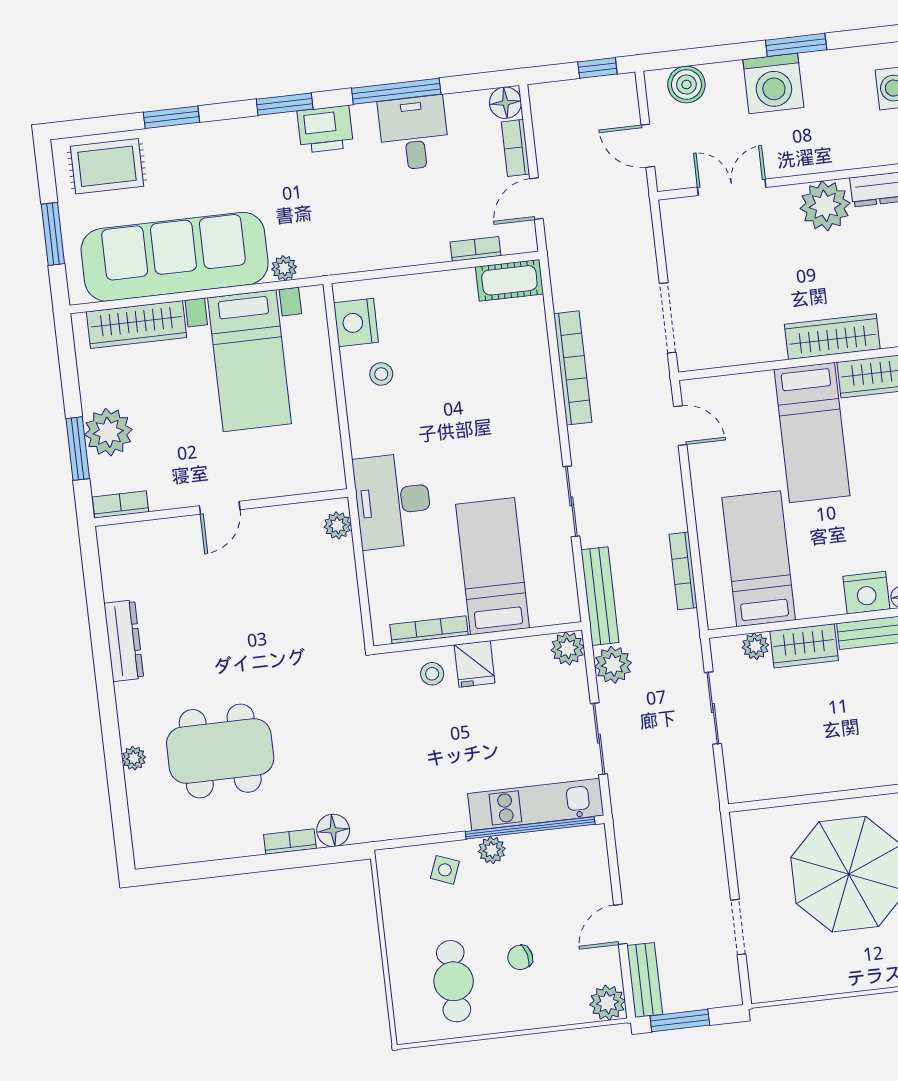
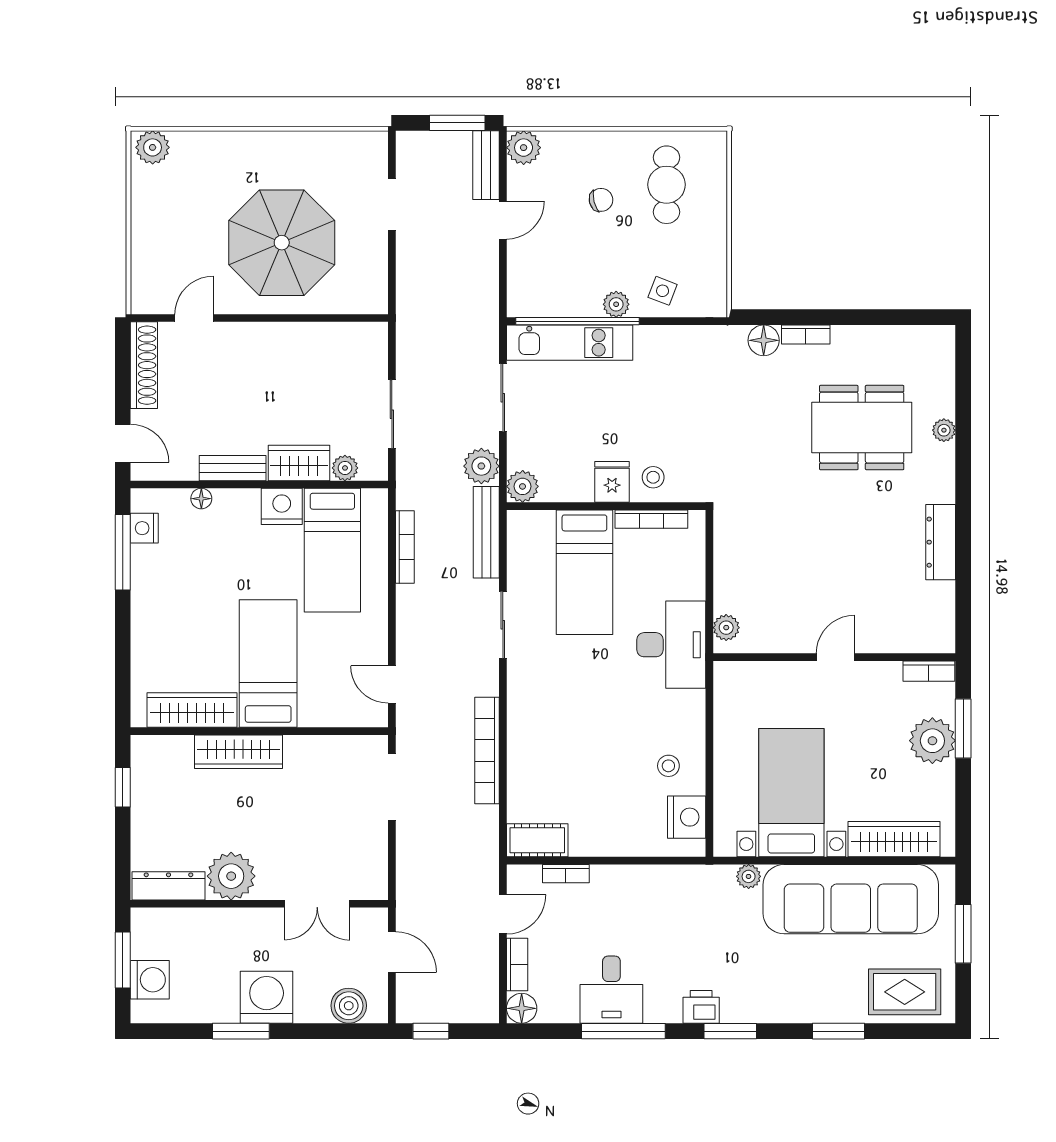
printer: (325, 129) -> (701, 1007), width x0.73, depth x0.81
nightstand: (866, 593) -> (282, 506), moved

